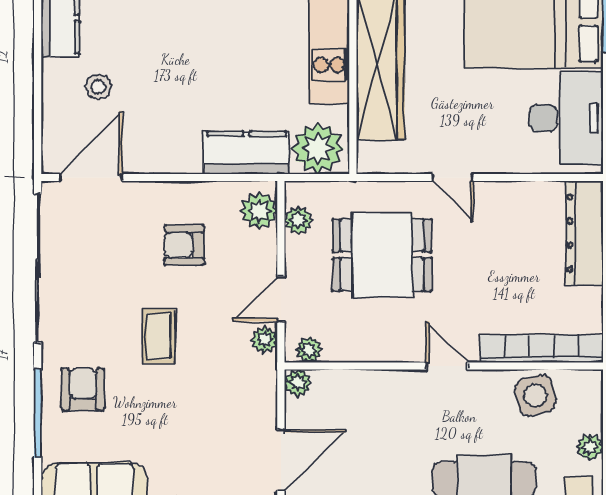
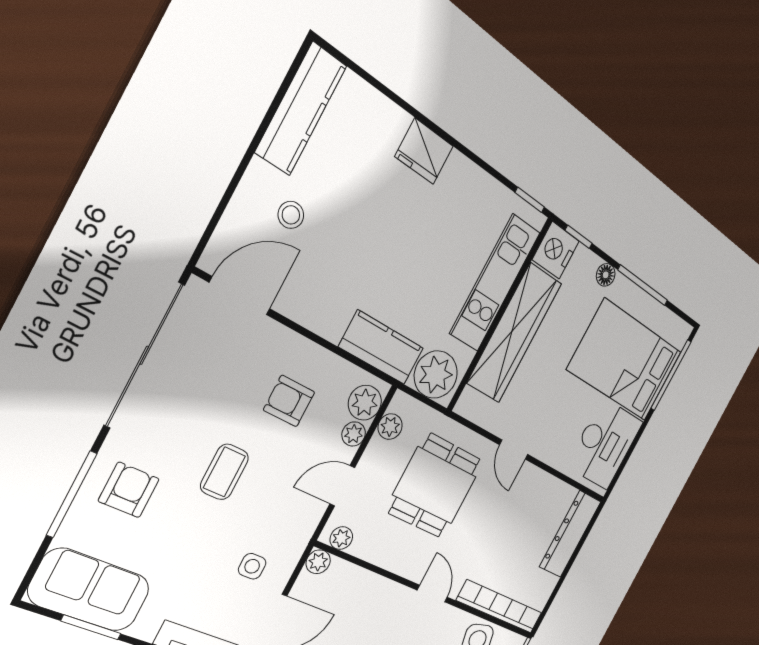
dining table: (382, 255) -> (435, 486), turned 90
plant: (264, 340) -> (354, 434), moved
side table: (233, 413) -> (252, 566), added

